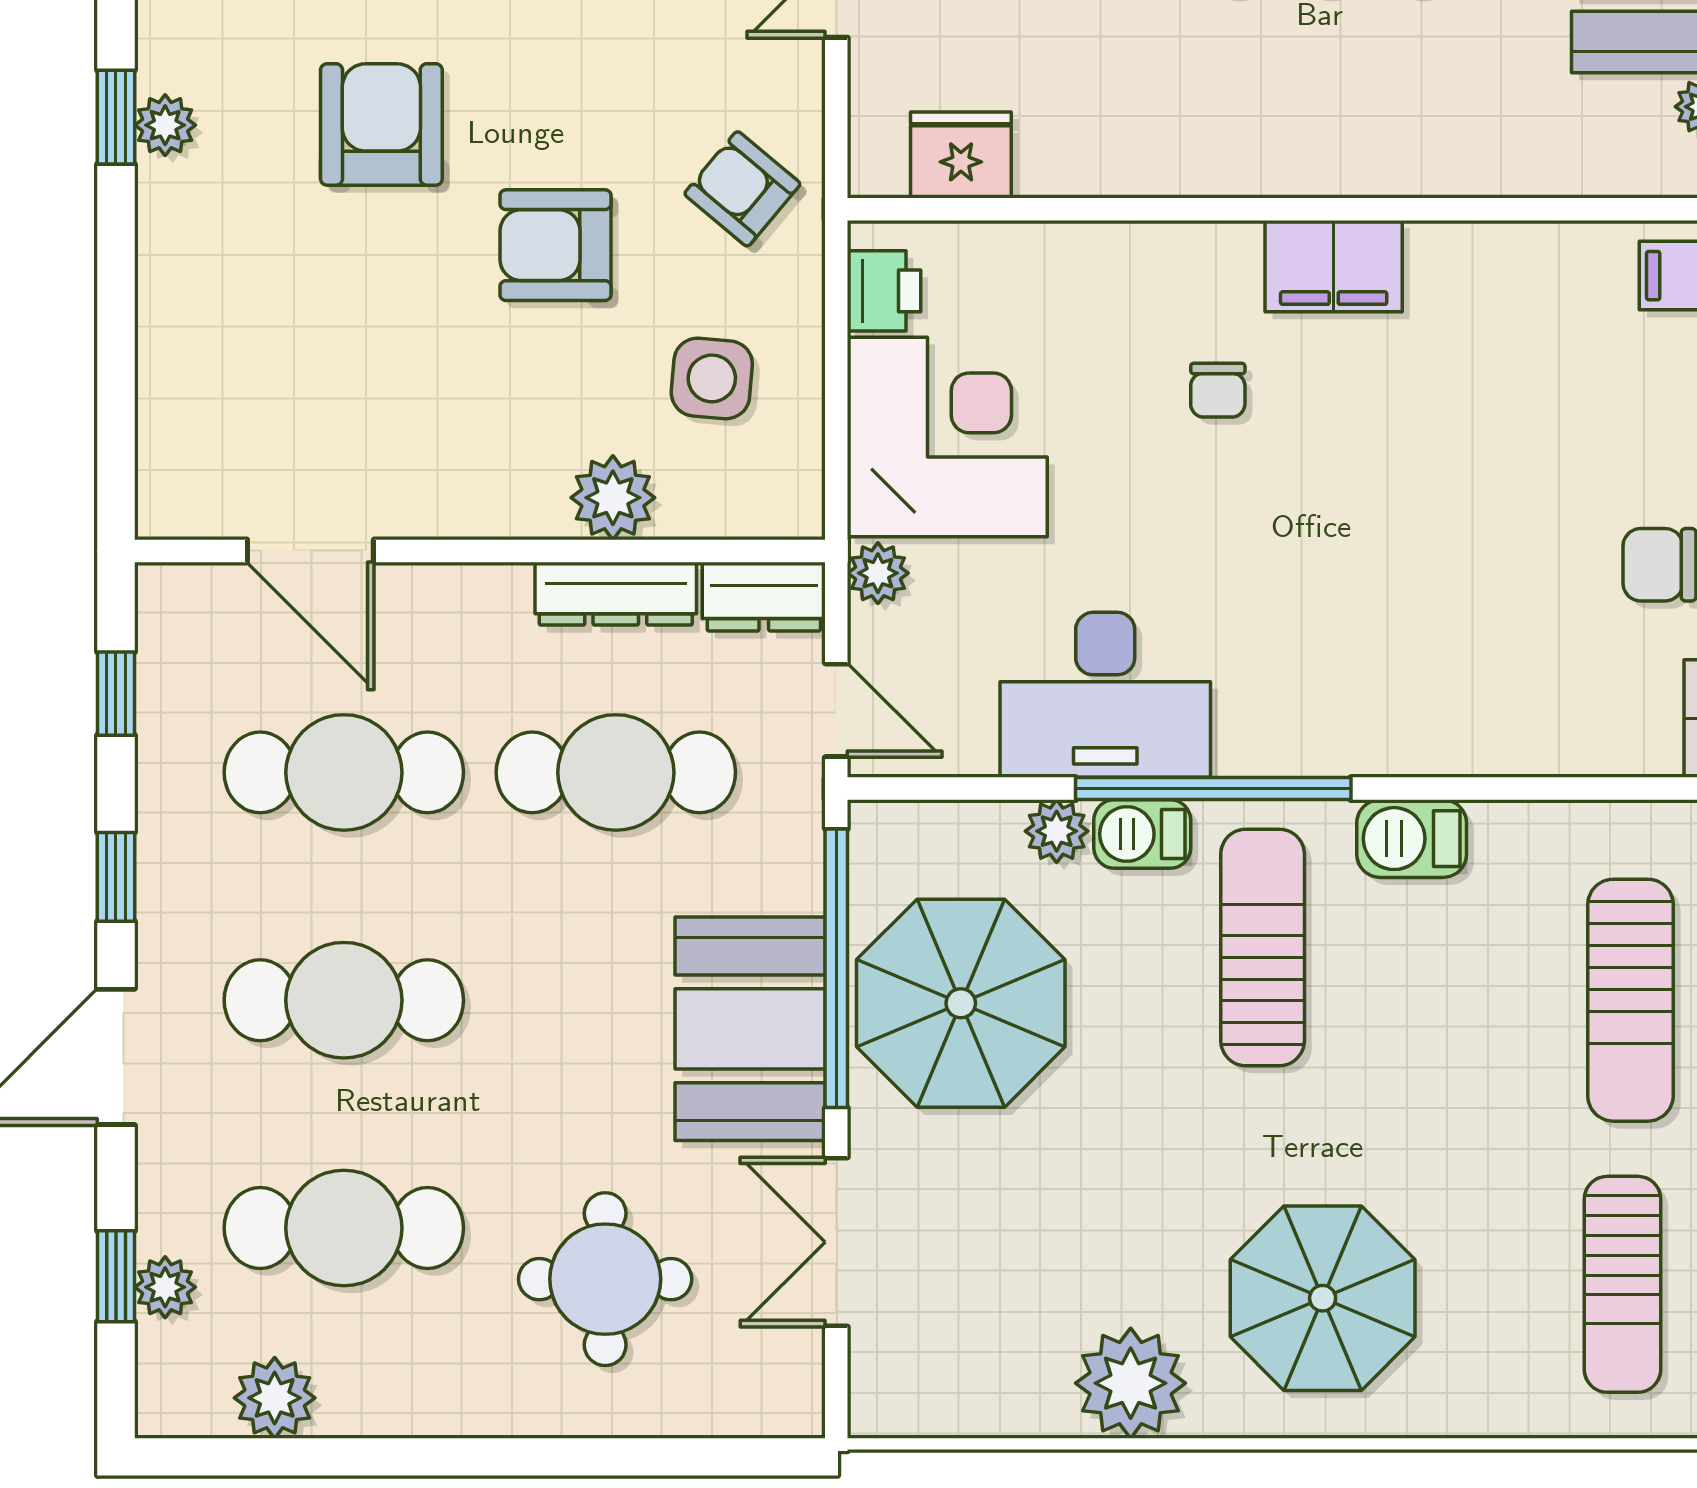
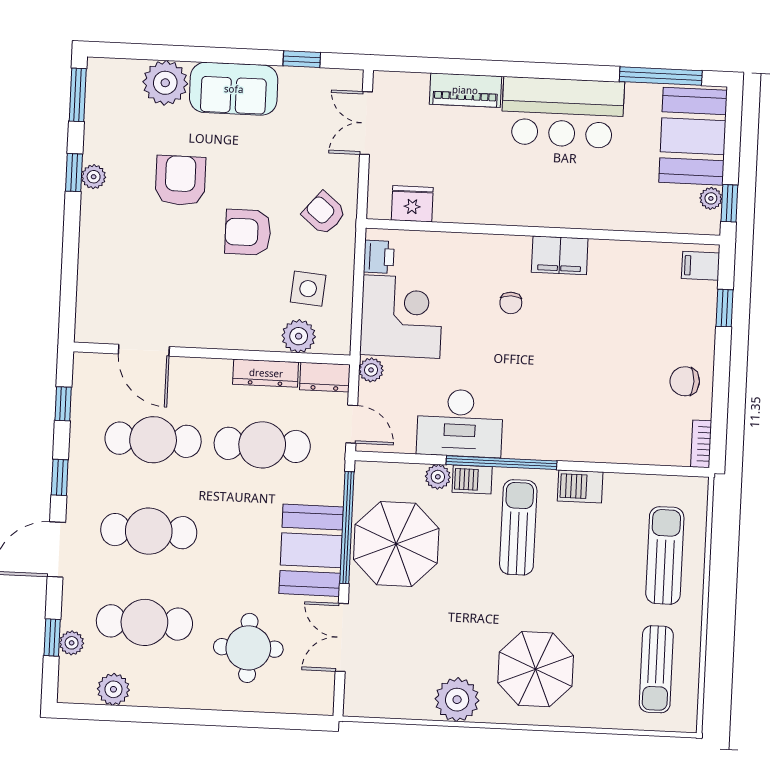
plant: (613, 498) -> (299, 336), moved
sun lounger: (1631, 1000) -> (665, 555), turned 180

